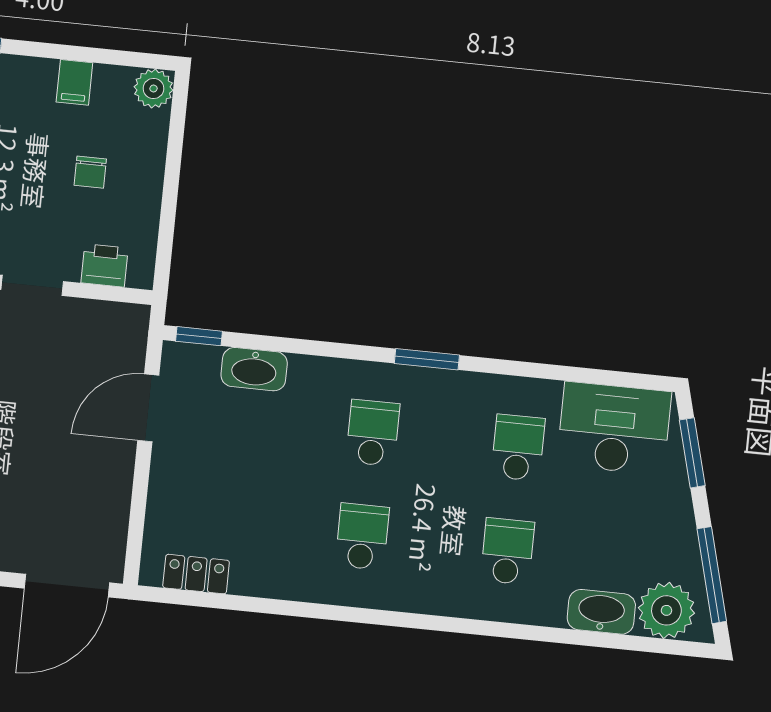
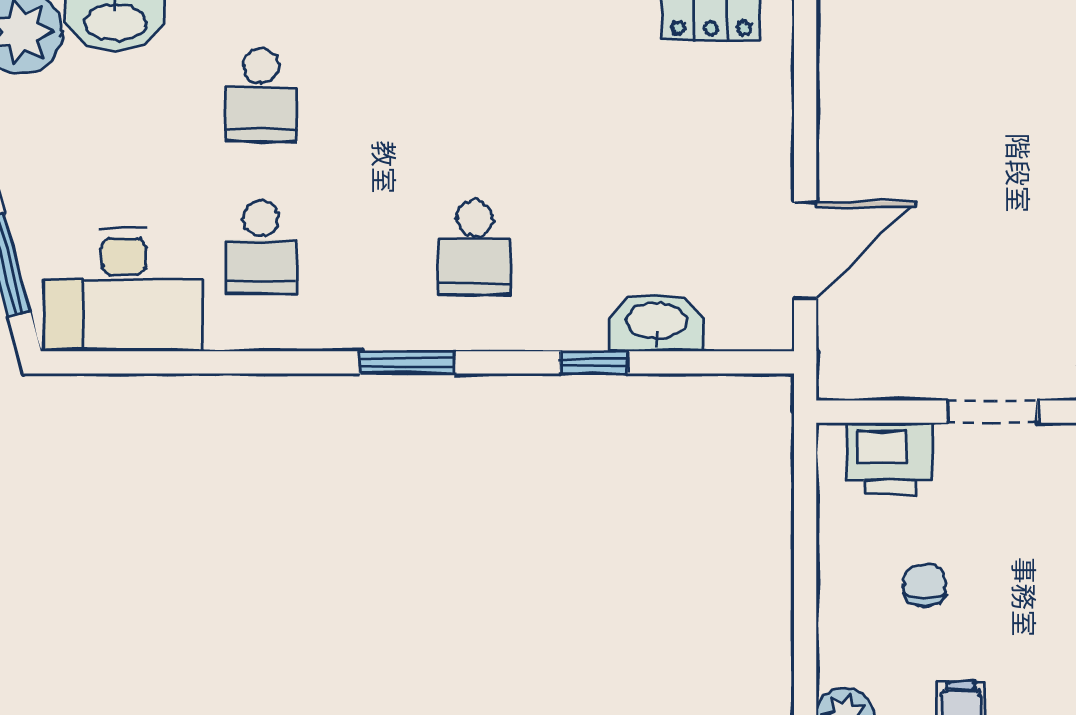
printer: (105, 265) -> (890, 458), width x1.36, depth x1.24
window: (199, 336) -> (594, 362), moved
school desk: (362, 537) -> (475, 95), removed

